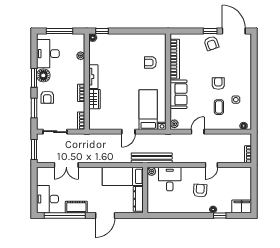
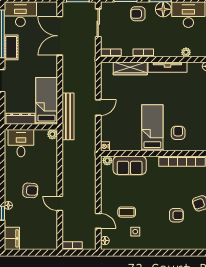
tv unit: (93, 77) -> (167, 67), width x1.41
armchair: (218, 83) -> (176, 215), moved
sofa: (178, 94) -> (130, 165), moved
wardrobe: (94, 99) -> (130, 68), width x1.50
bed: (148, 110) -> (152, 128), moved, turned -90
door: (128, 132) -> (98, 108), swing flipped
door: (198, 132) -> (98, 221), moved
bench: (152, 158) -> (68, 116), moved
double door: (66, 165) -> (60, 36), width x1.37
desk: (170, 179) -> (21, 143), moved, turned -90

